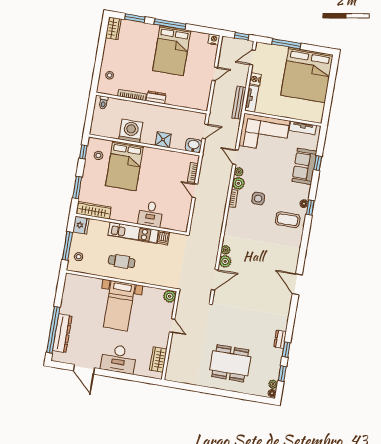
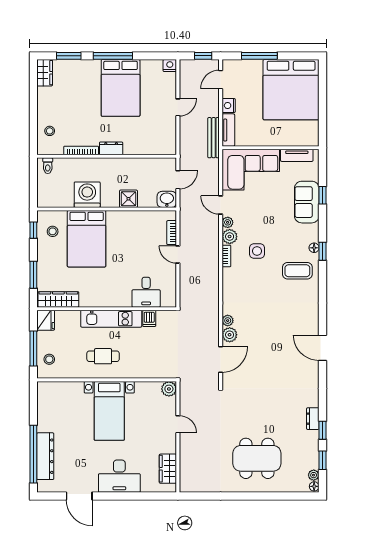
desk: (151, 214) -> (146, 292), moved

